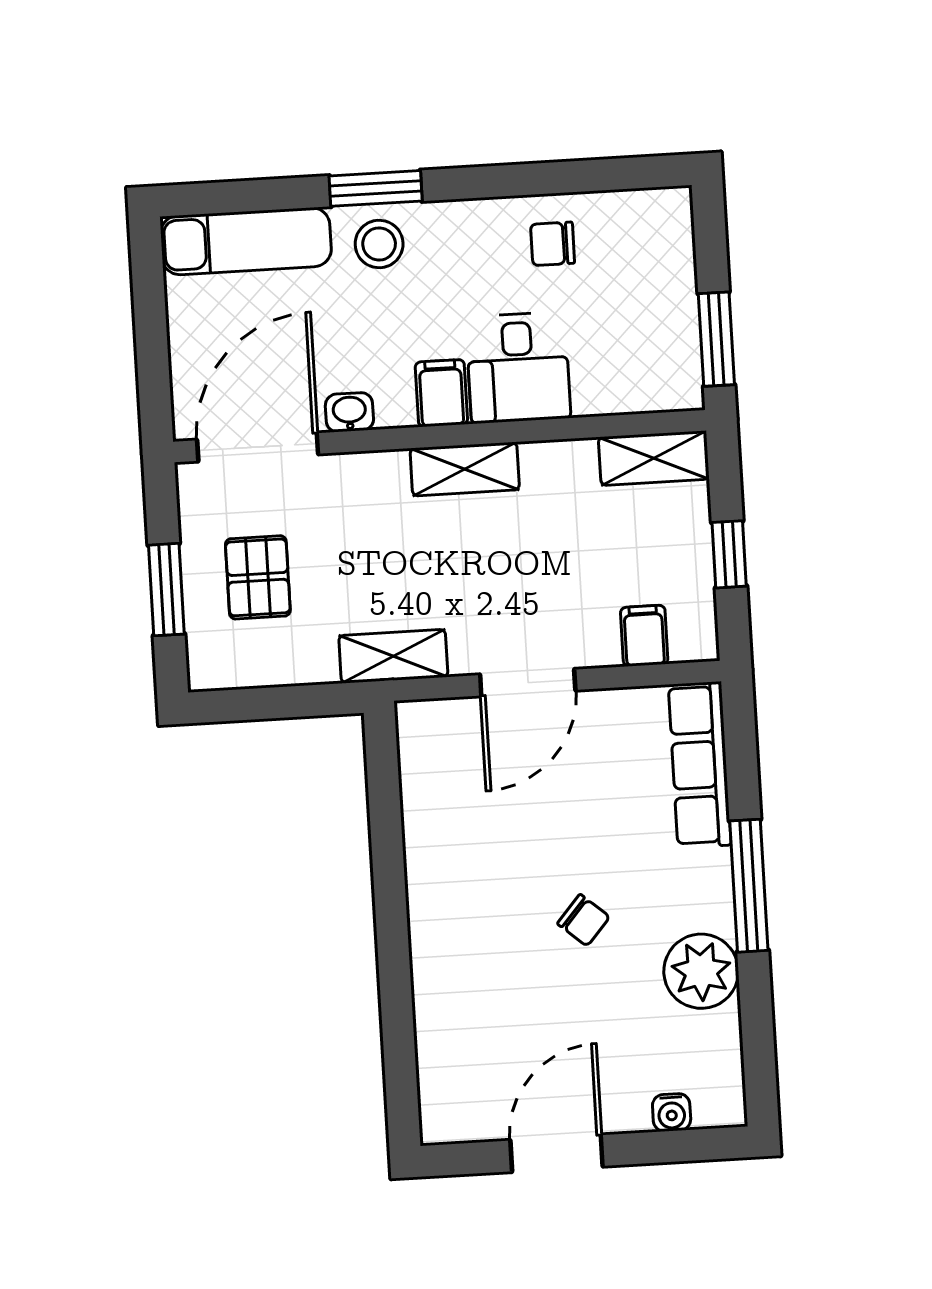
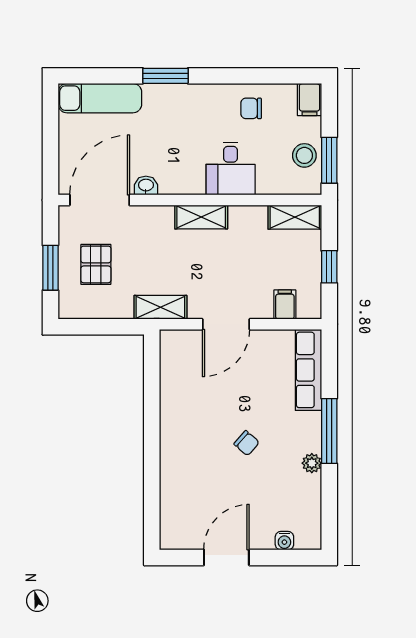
stool: (379, 244) -> (304, 155), moved
filing cabinet: (441, 393) -> (310, 100), moved, turned 180
plant: (701, 971) -> (312, 463), width x0.53, depth x0.53

